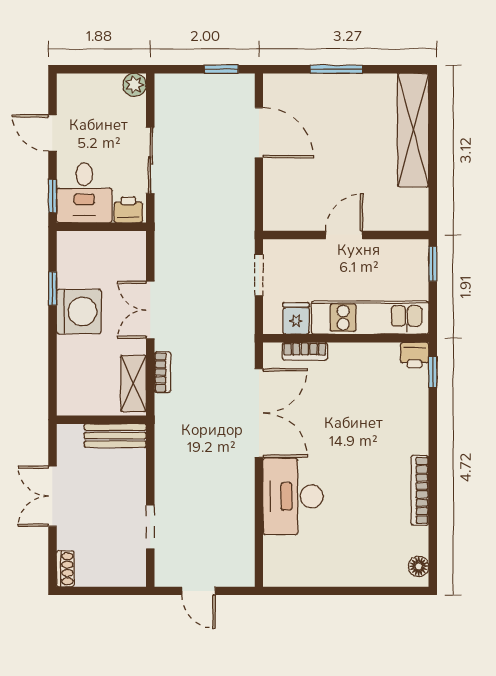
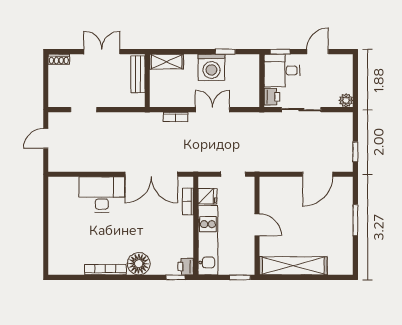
shelving: (413, 130) -> (293, 266), moved
shelving: (133, 383) -> (166, 62), moved
bench: (115, 436) -> (138, 74), moved
floor lamp: (419, 566) -> (139, 264), moved, width x1.89, depth x1.89

